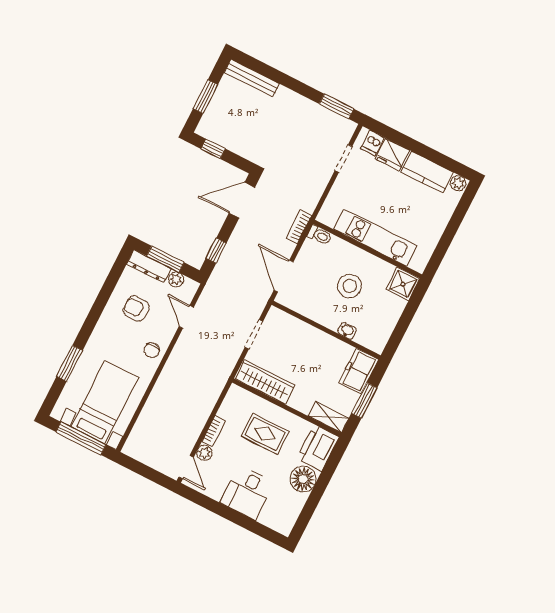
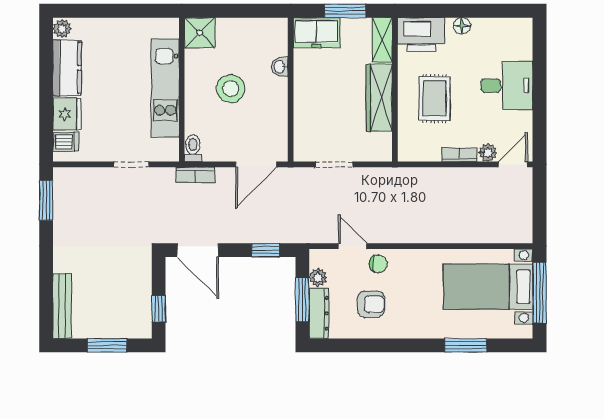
doorway: (343, 158) -> (131, 164), moved
armchair: (136, 309) -> (371, 304), turned -90
door: (186, 317) -> (353, 246), swing flipped
chair: (152, 350) -> (378, 264), moved
wardrobe: (265, 382) -> (379, 98), moved
floor lamp: (303, 479) -> (462, 26), width x0.53, depth x0.53

